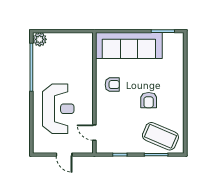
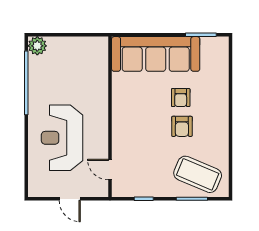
armchair: (112, 85) -> (181, 98), moved, turned 90
reception desk: (58, 109) -> (62, 138), turned 180

